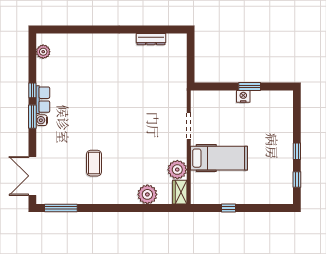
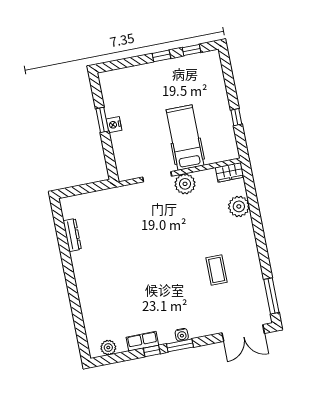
row of seats: (43, 100) -> (142, 341), moved
coffee table: (94, 163) -> (217, 270), turned 90
plant: (177, 170) -> (185, 184), moved

